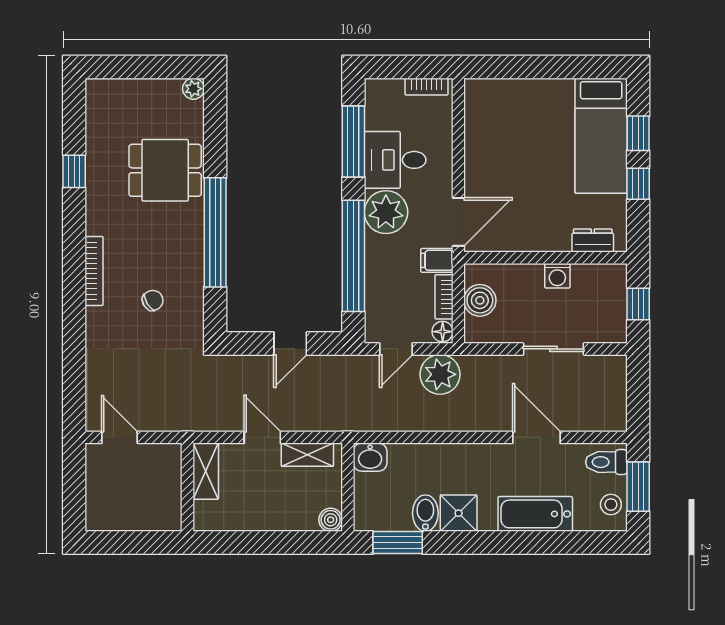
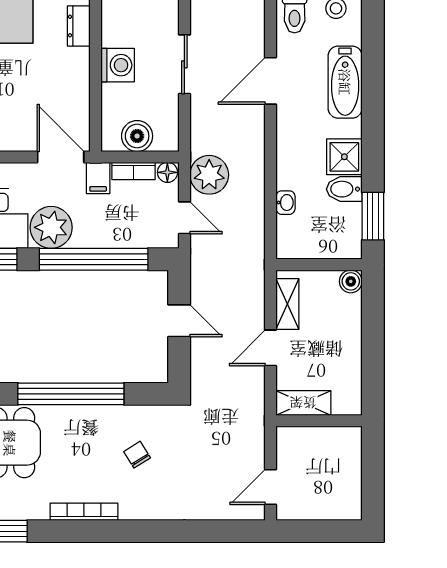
bookcase: (94, 271) -> (84, 512), moved
washing machine: (557, 276) -> (118, 65), width x1.38, depth x1.38
washbasin: (370, 457) -> (286, 203), moved, width x0.72, depth x0.69

